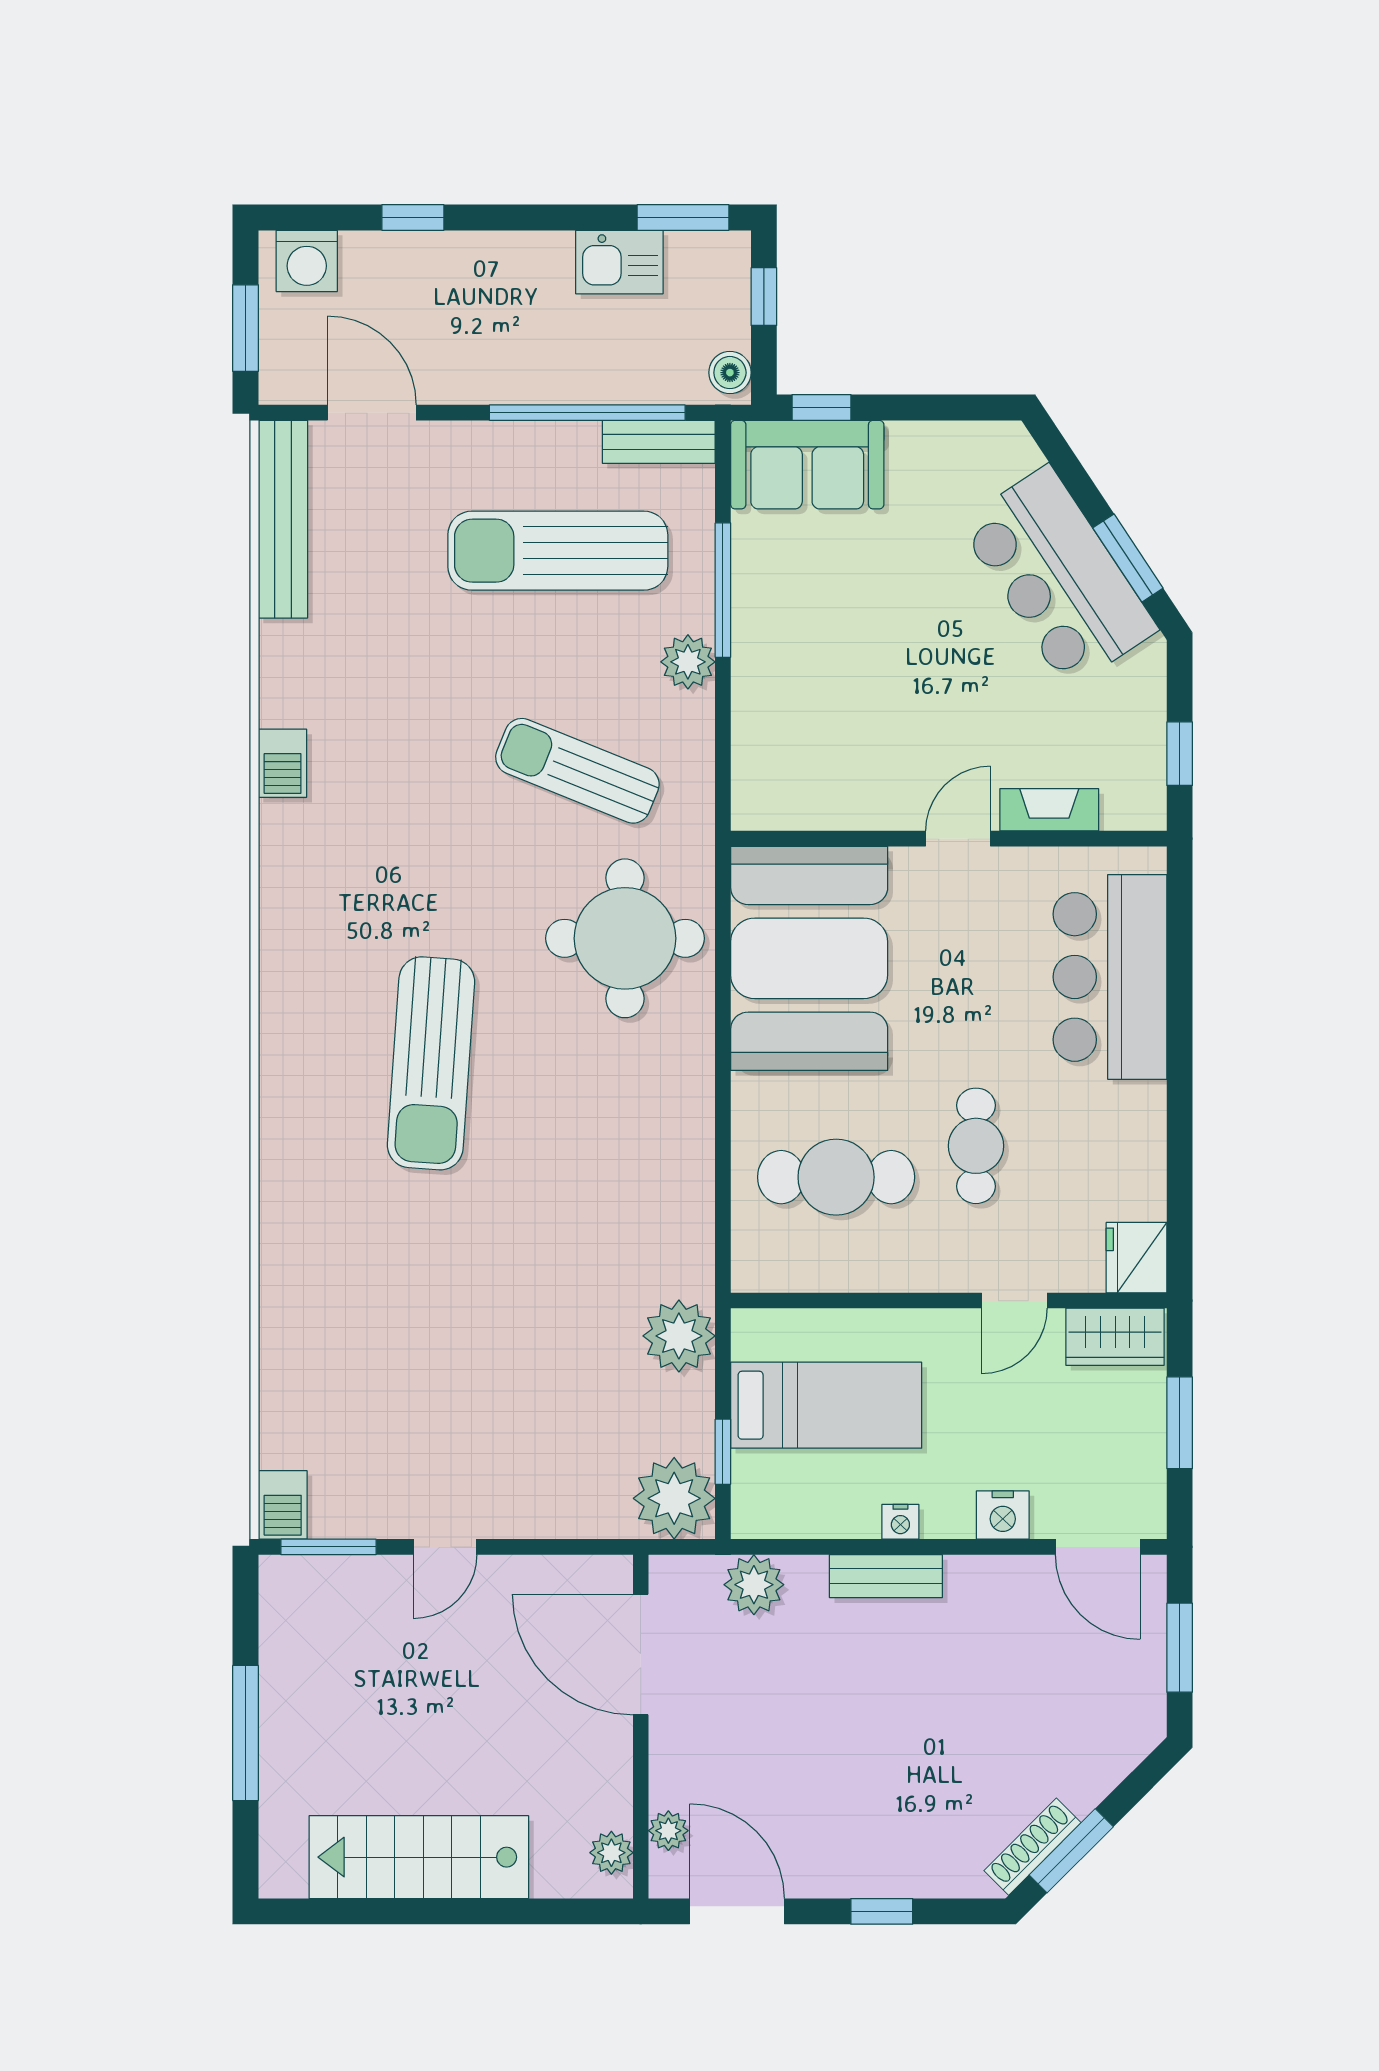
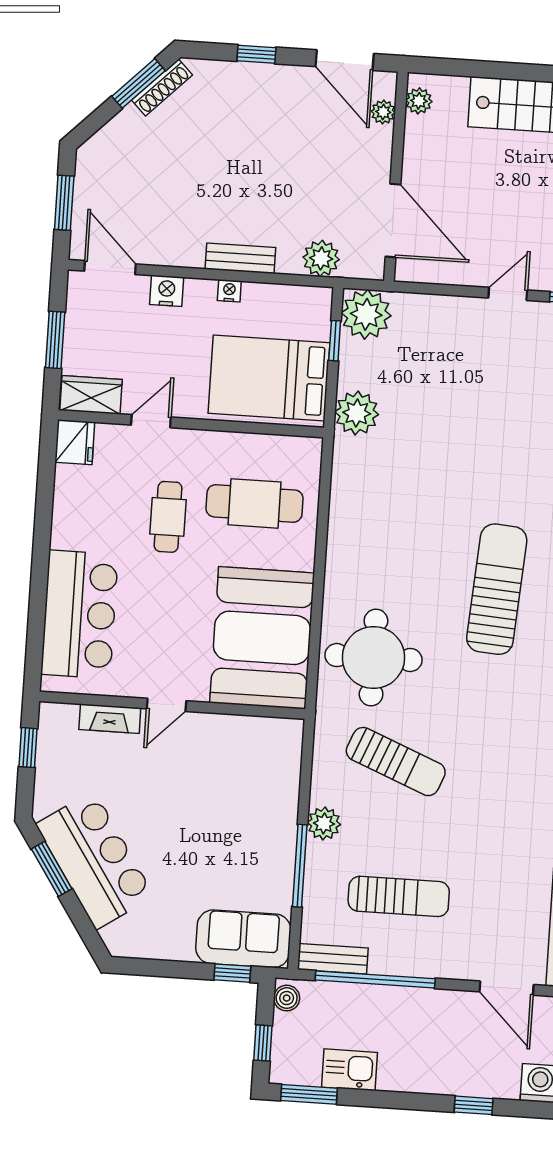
sun lounger: (558, 551) -> (399, 896), width x0.73, depth x0.75
bed: (826, 1405) -> (269, 378), width x1.50

